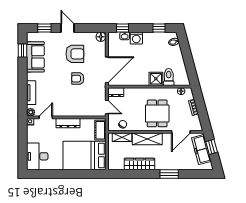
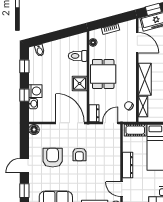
window: (122, 28) -> (24, 95), moved
shower: (156, 79) -> (80, 83), moved
dining table: (157, 113) -> (103, 74), moved, turned 90

